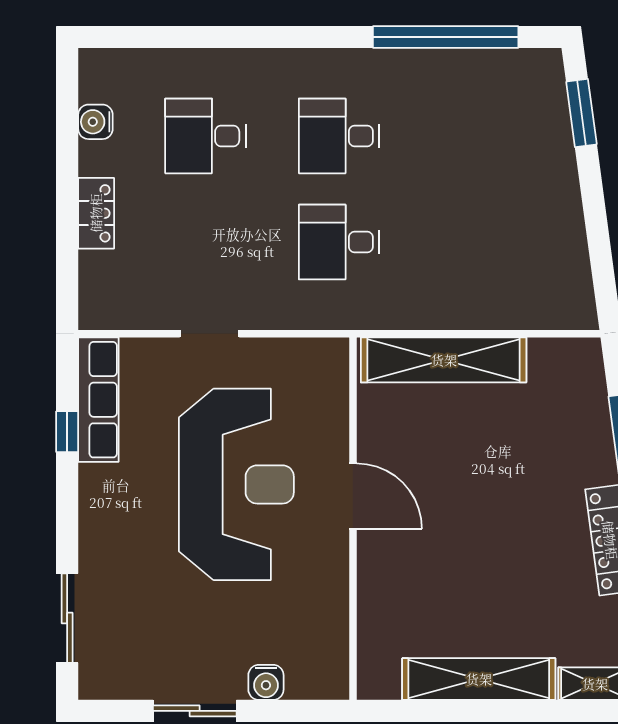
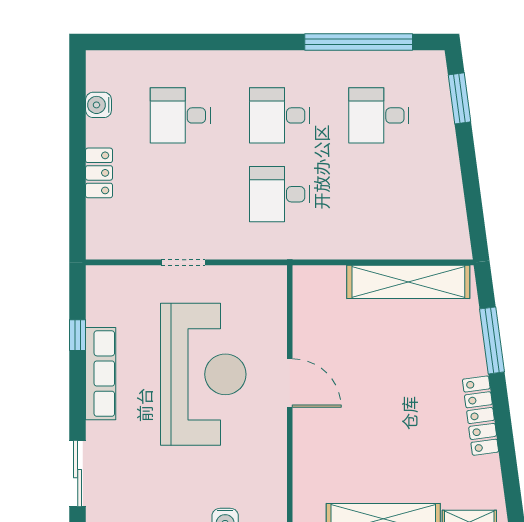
desk: (473, 136) -> (379, 115), added
shelving: (444, 360) -> (408, 282), moved
row of seats: (98, 400) -> (101, 374), moved

